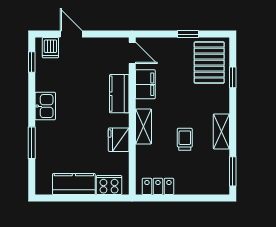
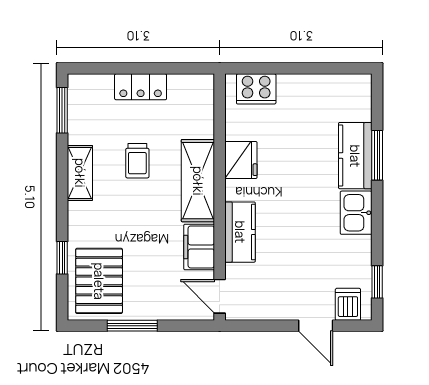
window: (188, 34) -> (132, 326), width x1.50
shelving: (143, 127) -> (198, 181), width x1.50, depth x1.33
kitchen counter: (74, 184) -> (355, 156), moved, turned 90
locker: (158, 186) -> (141, 87), moved

